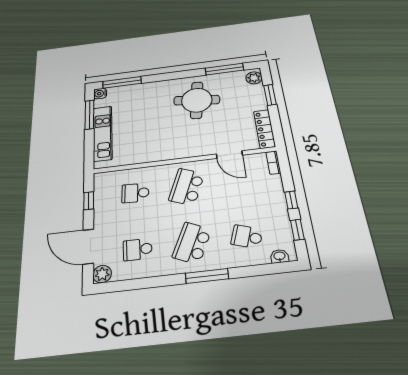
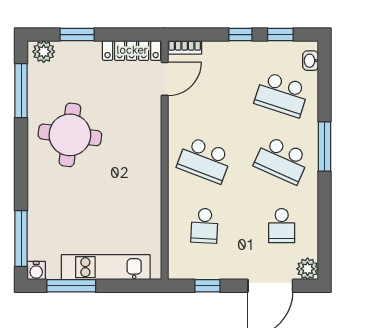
door: (229, 155) -> (165, 79), moved
school desk: (247, 237) -> (282, 95), width x1.85

